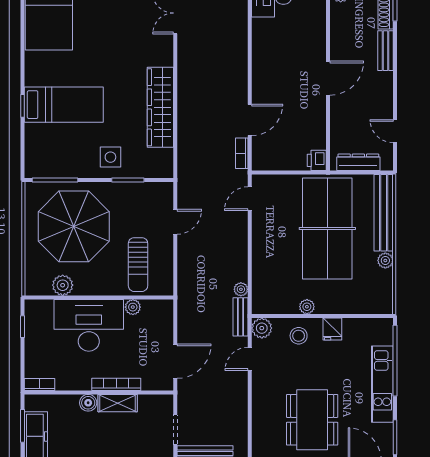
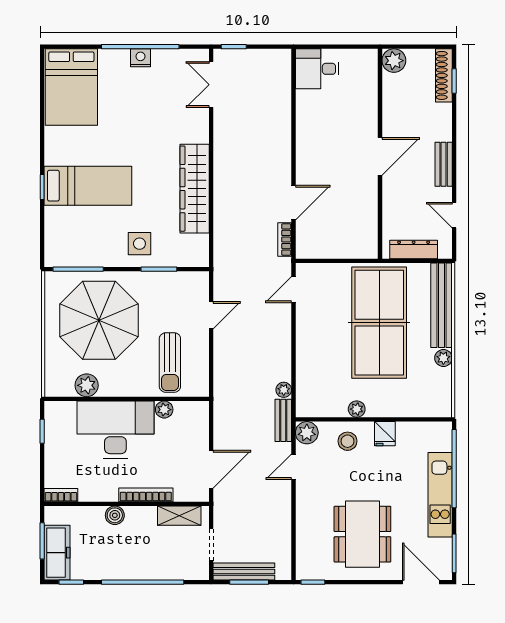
bench: (386, 51) -> (444, 164), moved
printer: (317, 160) -> (368, 247), removed
shelving: (118, 403) -> (179, 516), moved

